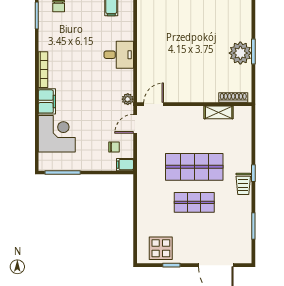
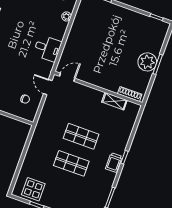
desk: (119, 55) -> (47, 48), moved
plant: (128, 99) -> (67, 16), moved
door: (135, 124) -> (48, 87), hinge flipped
filing cabinet: (125, 165) -> (29, 116), removed
shop shelf: (194, 167) -> (81, 136), width x0.70, depth x0.74

